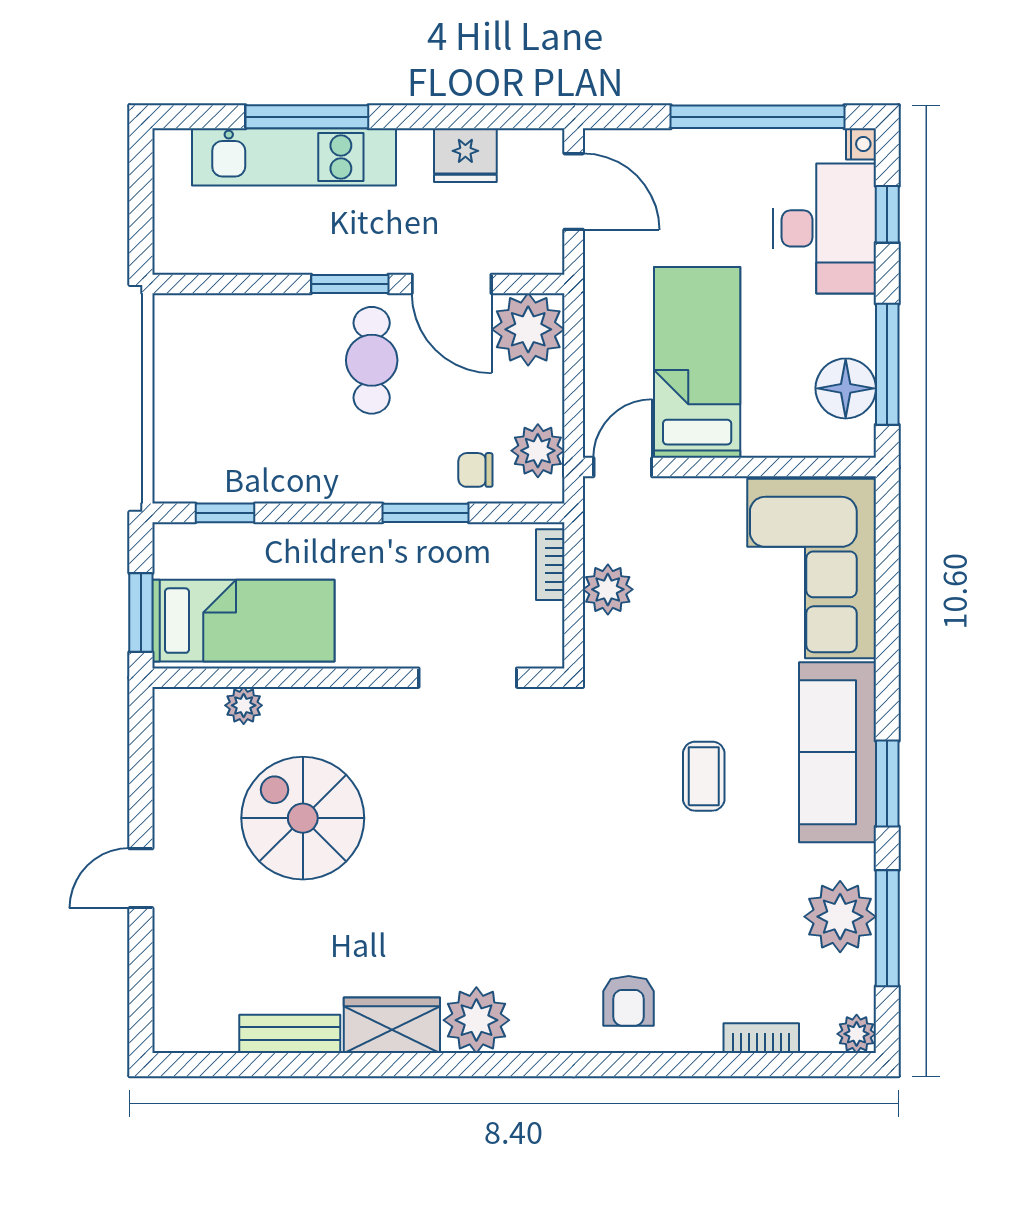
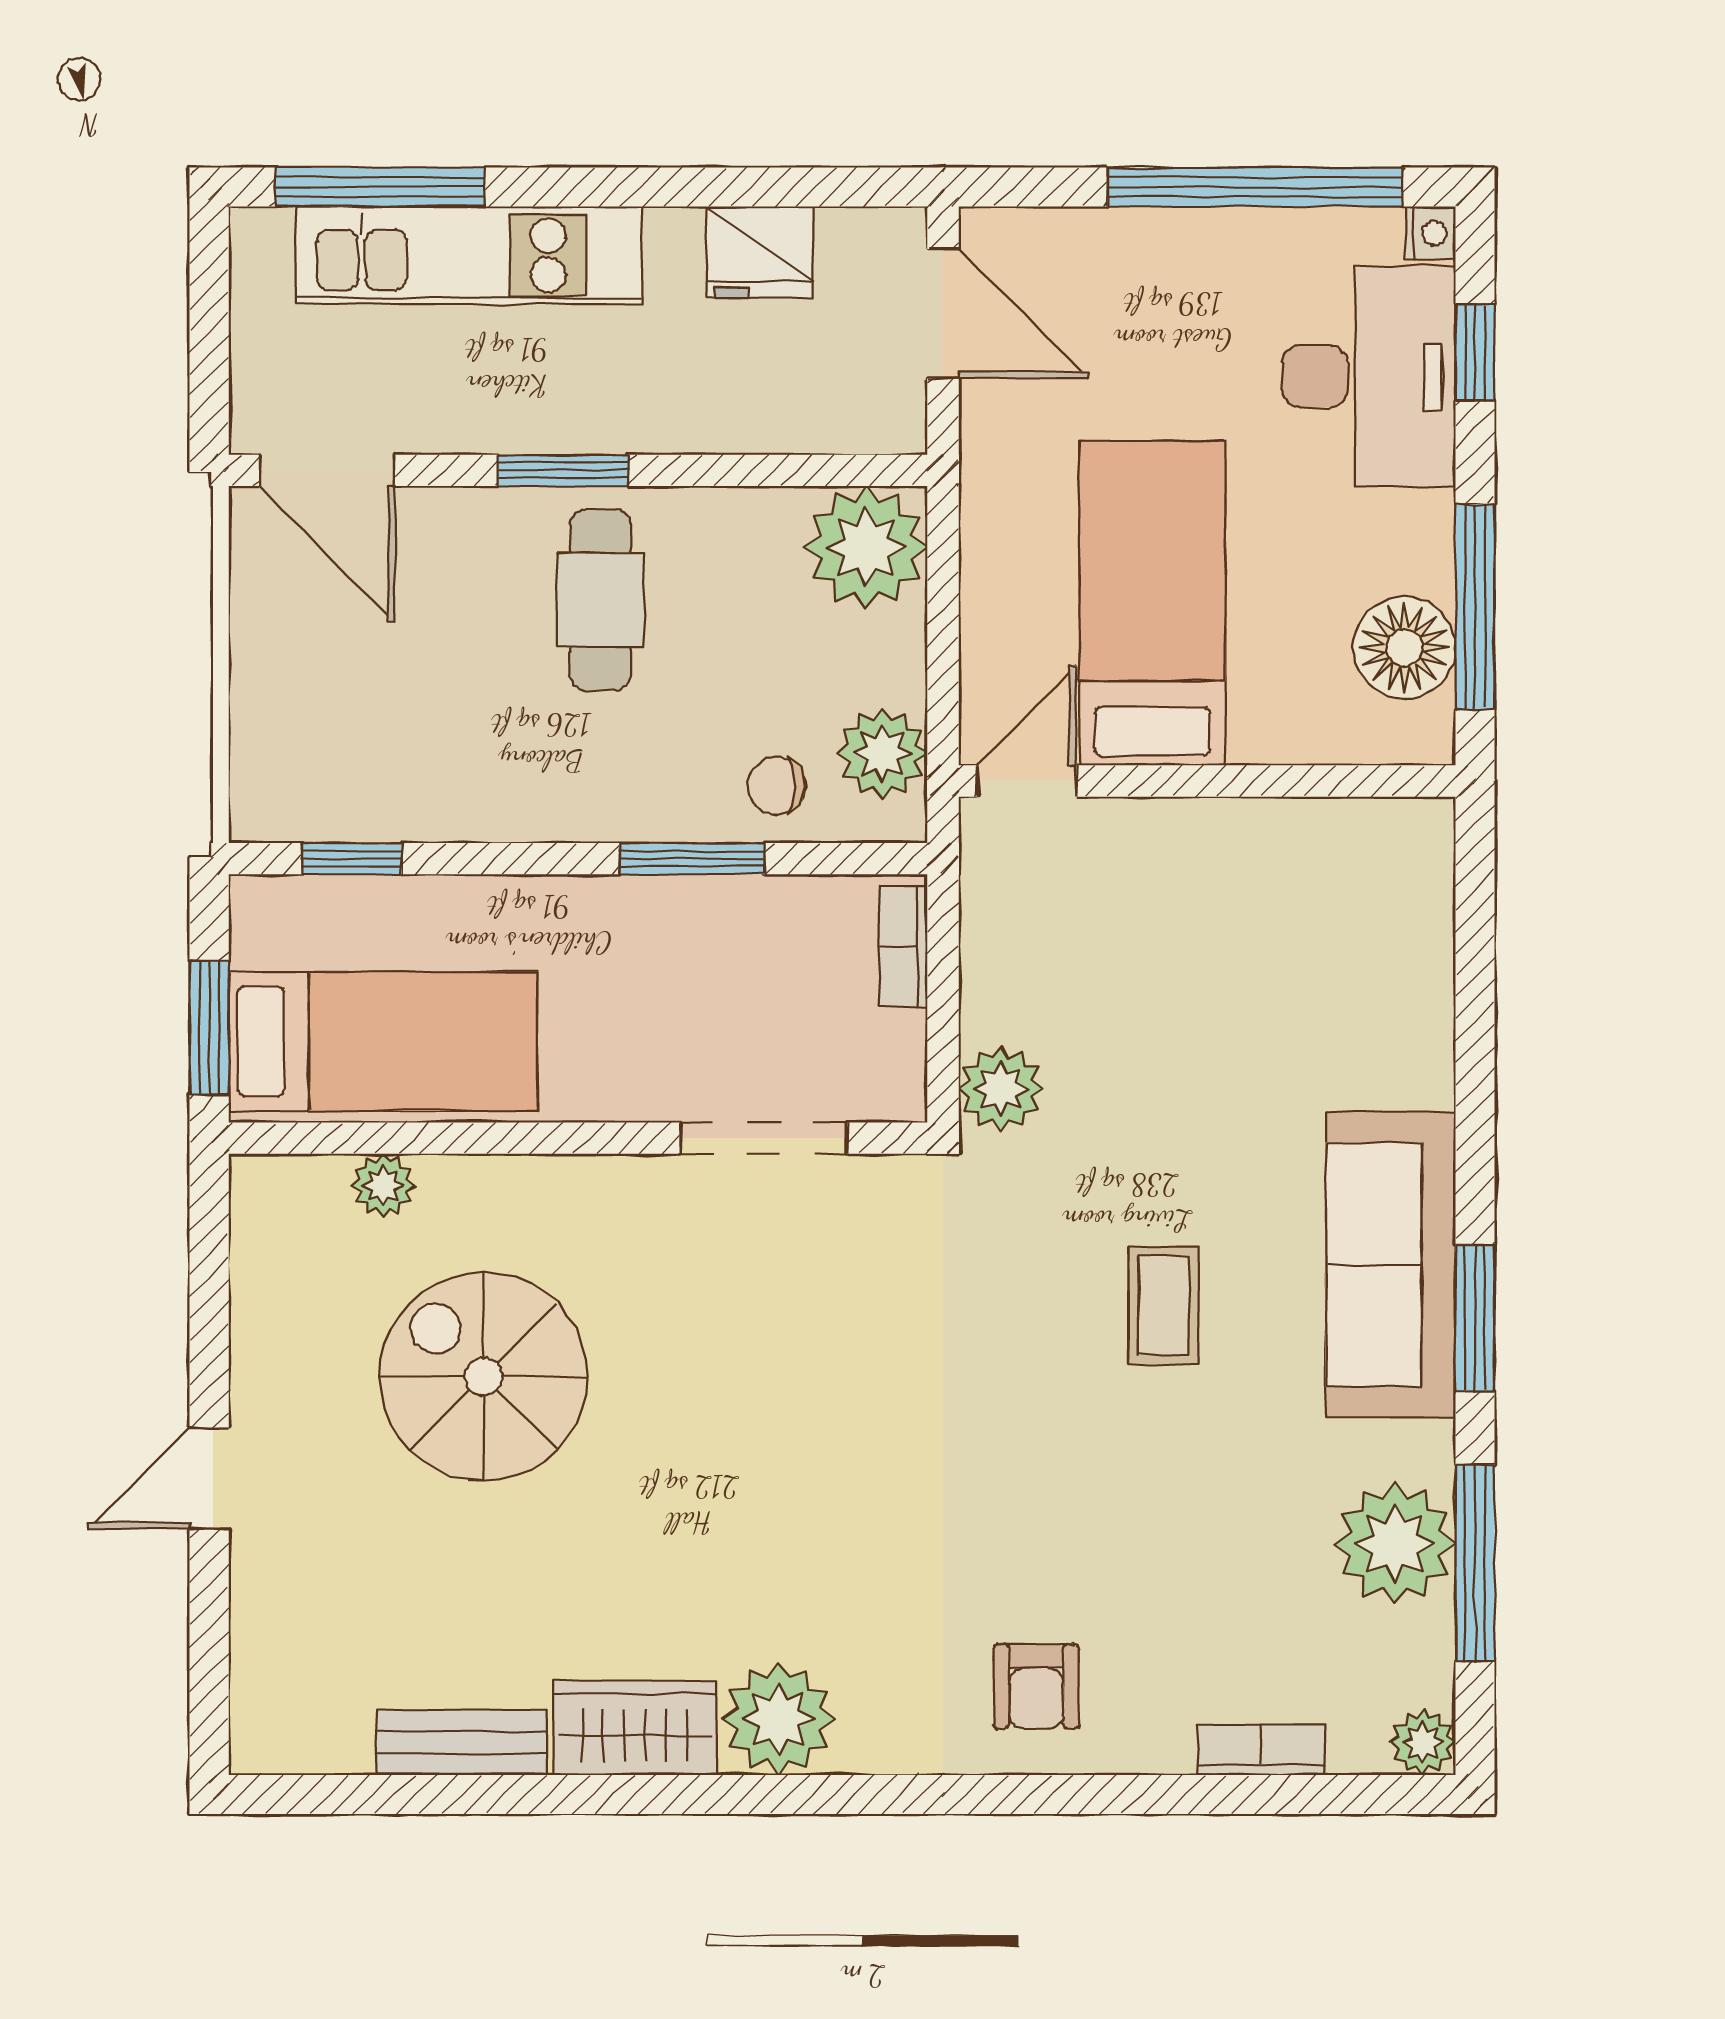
window: (307, 117) -> (380, 187), moved
door: (452, 284) -> (327, 470), moved
corner sofa: (812, 569) -> (1347, 953), removed
plant: (608, 589) -> (1001, 1089), moved

